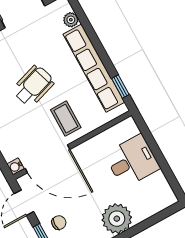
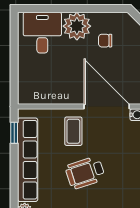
desk: (132, 161) -> (42, 33), moved, turned 90
chair: (59, 223) -> (105, 41), moved

